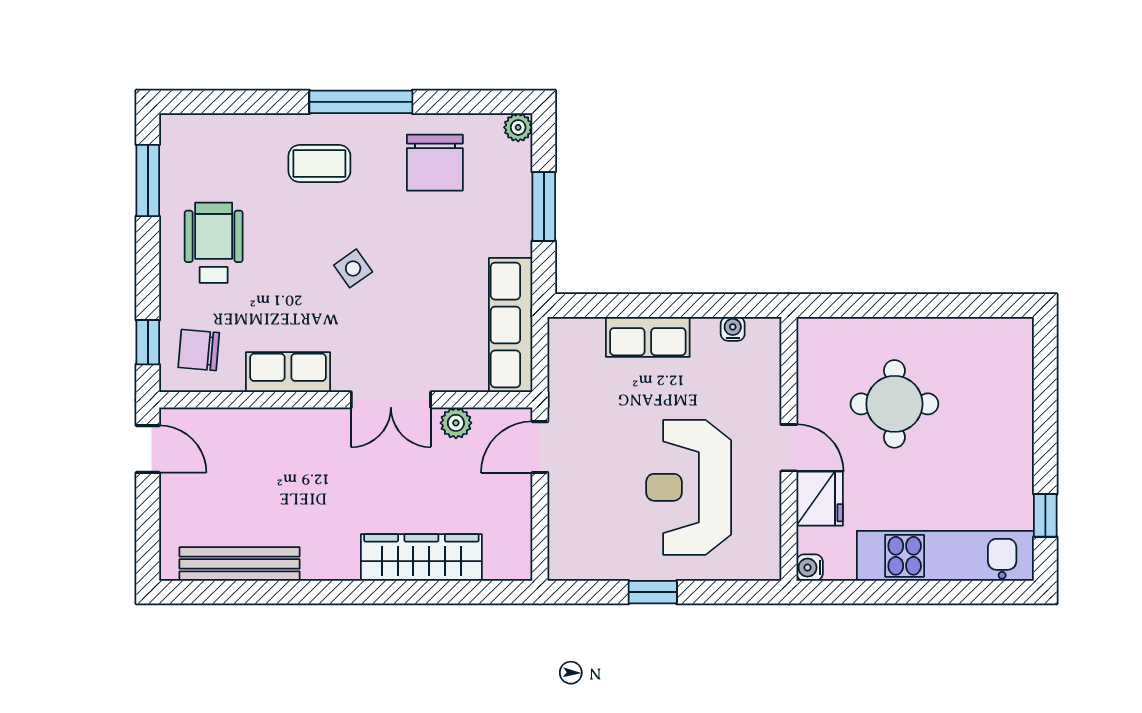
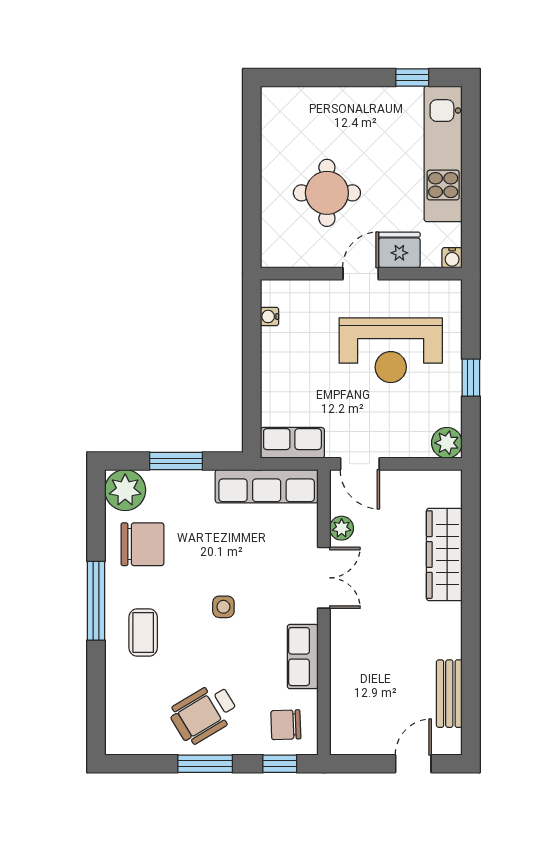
plant: (518, 127) -> (125, 490), width x1.88, depth x1.88
window: (148, 180) -> (205, 764), moved
wheelchair: (214, 243) -> (204, 713), turned -31
side table: (353, 268) -> (223, 607), turned 35
row of seats: (648, 337) -> (292, 443), moved, turned -90
chair: (199, 350) -> (286, 725), turned 83
door: (148, 449) -> (413, 764), moved
plant: (568, 561) -> (447, 443), added
bench: (240, 564) -> (449, 694), width x0.73

